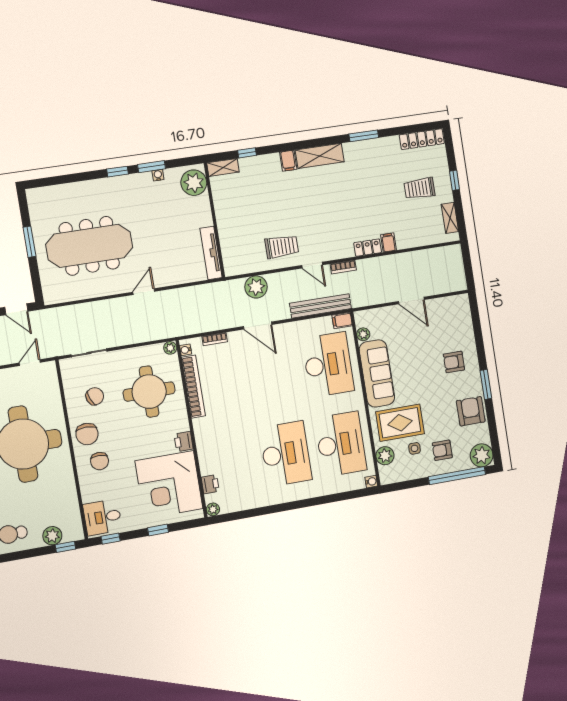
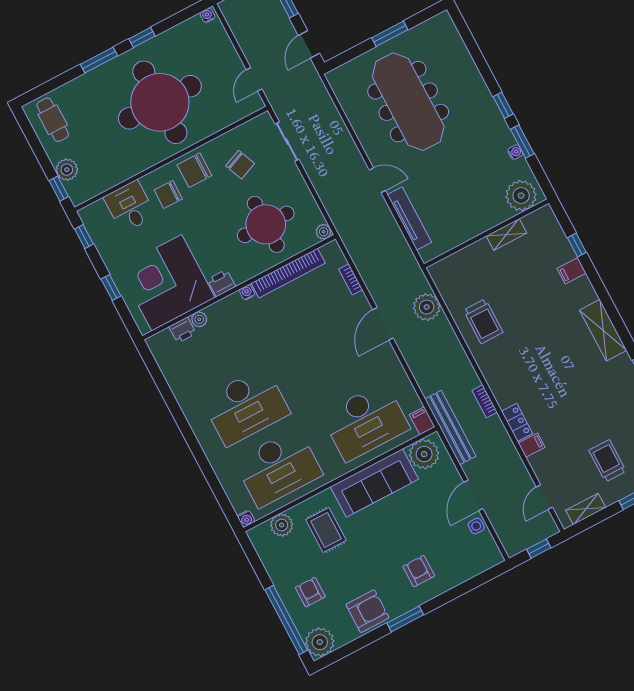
filing cabinet: (288, 161) -> (572, 271), moved
shelving: (223, 167) -> (507, 235), moved, turned 90
tv unit: (211, 253) -> (409, 218), moved, turned 90
window: (467, 264) -> (539, 549), added
door: (312, 265) -> (544, 497), moved
bench: (320, 306) -> (450, 428), moved
plant: (363, 334) -> (424, 454), width x1.87, depth x1.87
water cooler: (186, 350) -> (247, 292), moved
door: (30, 363) -> (254, 79), swing flipped
rug: (400, 423) -> (326, 530), width x0.73, depth x0.70
side table: (415, 448) -> (476, 526), moved
plant: (213, 509) -> (199, 319), moved
desk: (103, 517) -> (130, 207), moved

